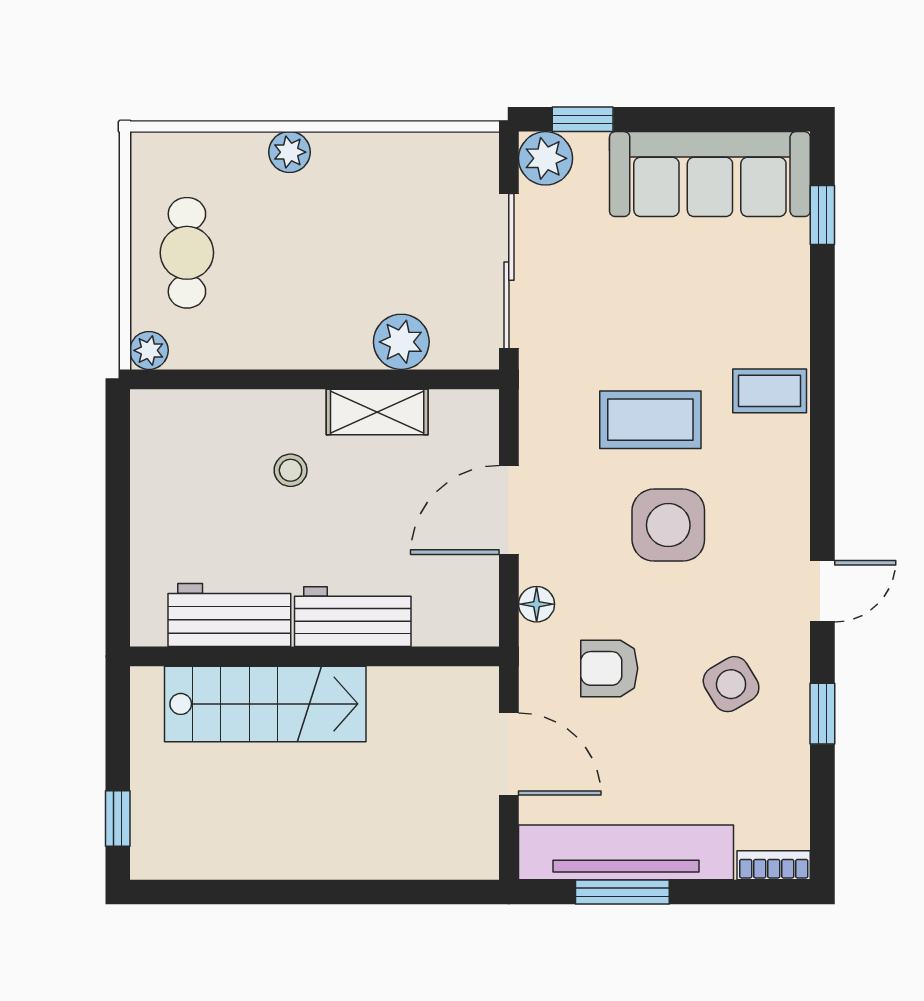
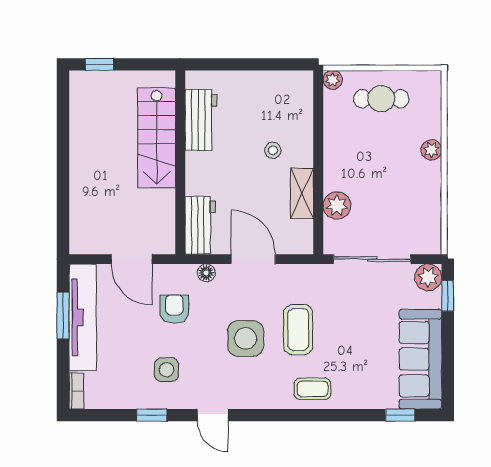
coffee table: (770, 391) -> (312, 389), turned 90
workbench: (353, 617) -> (200, 225), moved
side table: (731, 684) -> (166, 370), turned 31
door: (509, 754) -> (132, 259), hinge flipped

